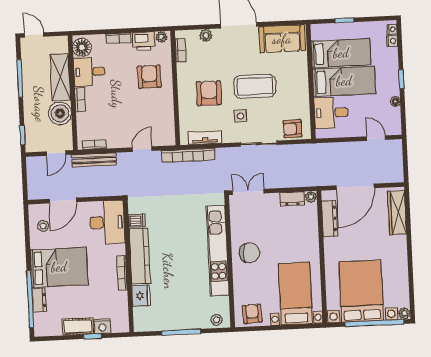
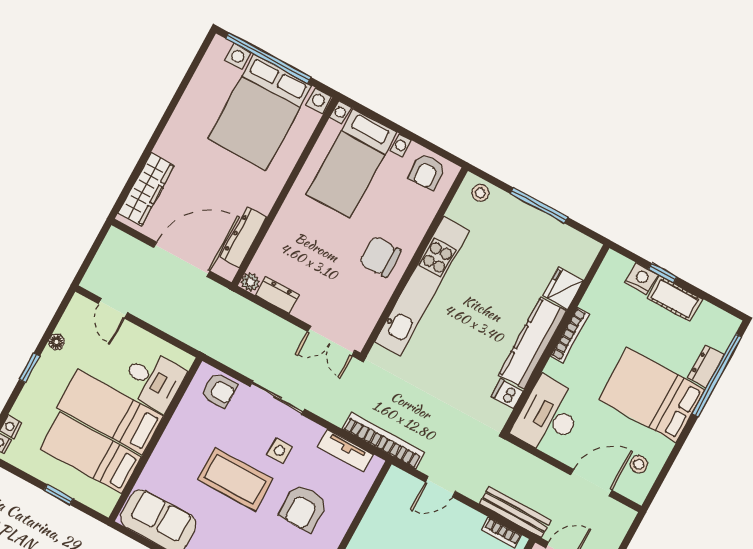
plant: (404, 313) -> (220, 46), removed

